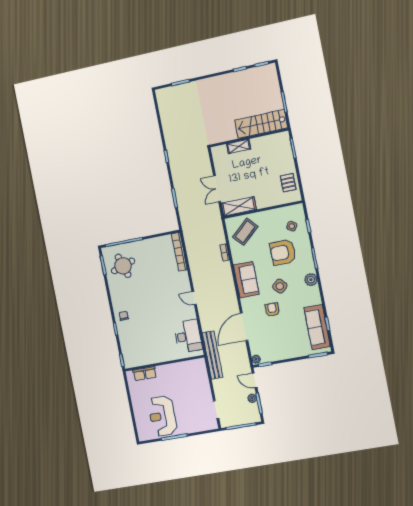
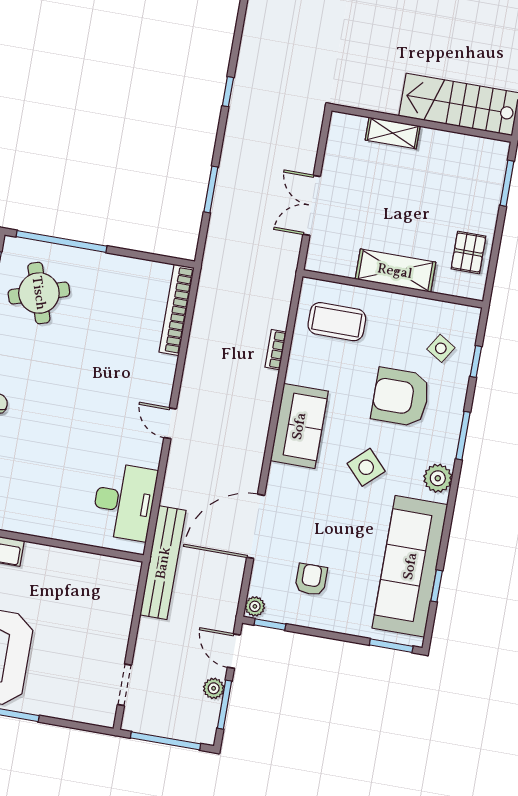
shelving: (239, 206) -> (395, 271), moved
coffee table: (245, 232) -> (337, 322), turned 42
armchair: (272, 310) -> (311, 579), moved
sofa: (317, 327) -> (410, 566), width x1.36, depth x1.27

